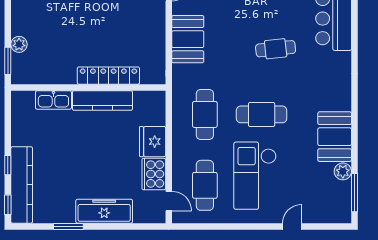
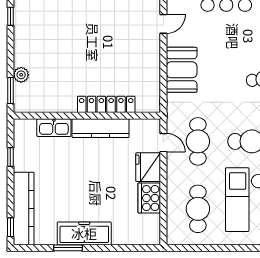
window: (8, 165) -> (10, 157), moved
door: (169, 201) -> (163, 143), moved
freezer: (104, 211) -> (84, 233), moved

